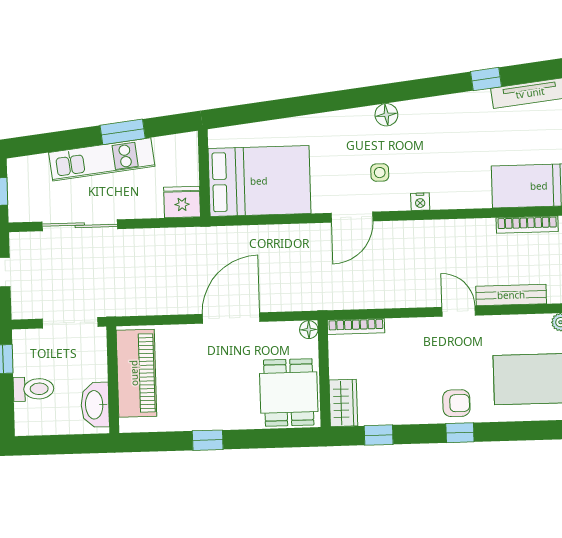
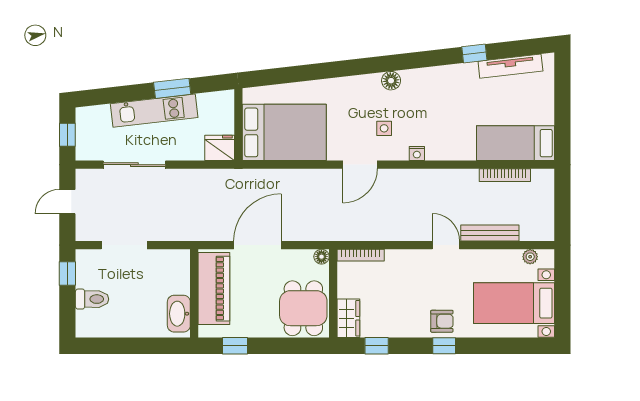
piano: (136, 373) -> (214, 289), moved
wall: (113, 380) -> (194, 293), moved
washbasin: (95, 405) -> (179, 314), moved

